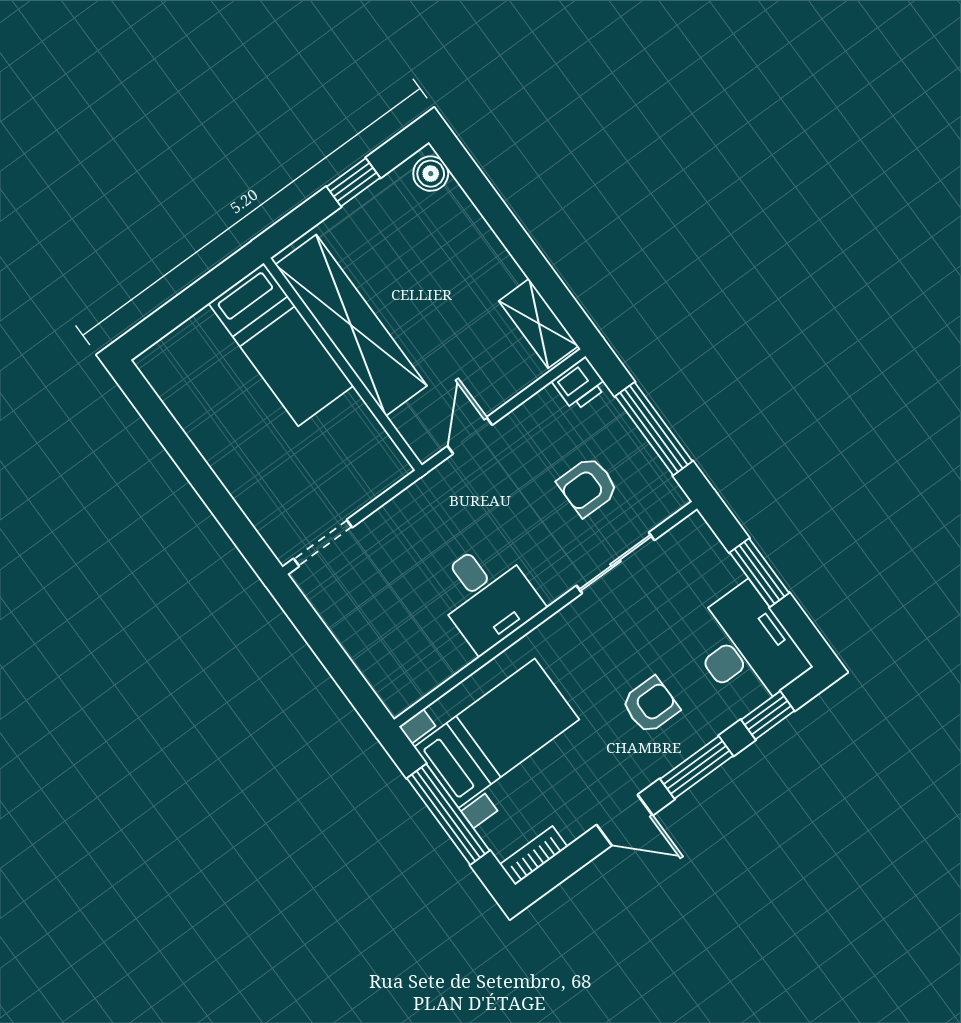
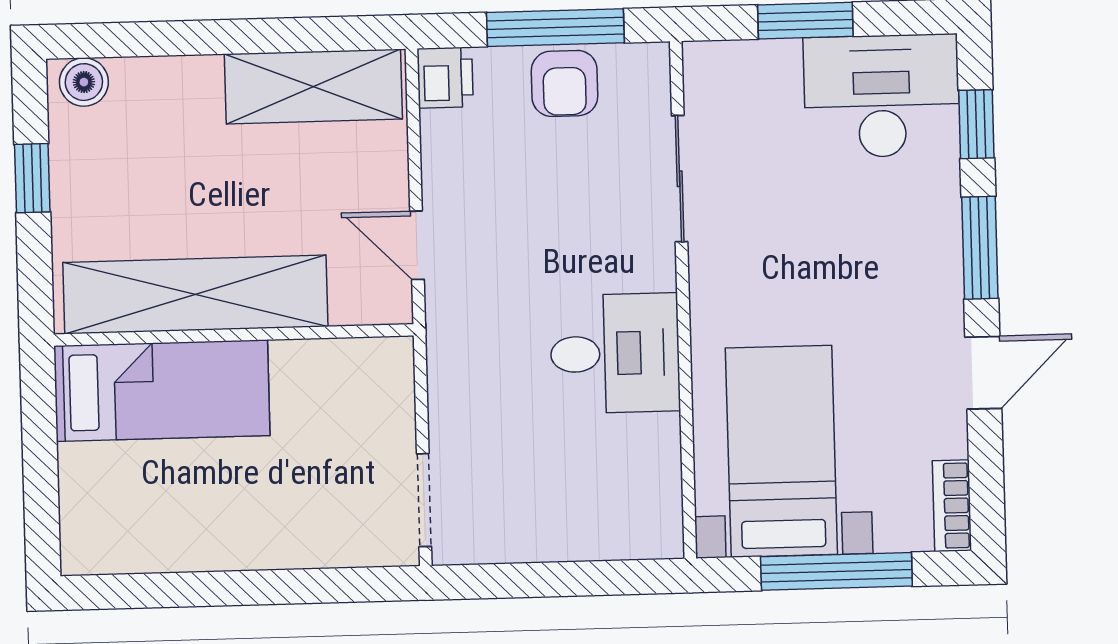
shelving: (539, 323) -> (313, 87), width x1.50, depth x1.33
armchair: (588, 486) -> (565, 83), moved
armchair: (650, 705) -> (872, 252), removed

